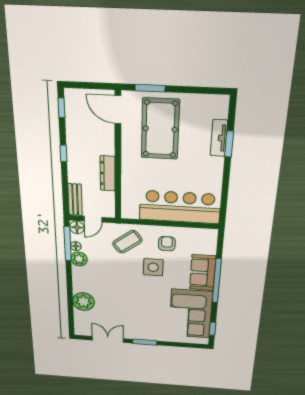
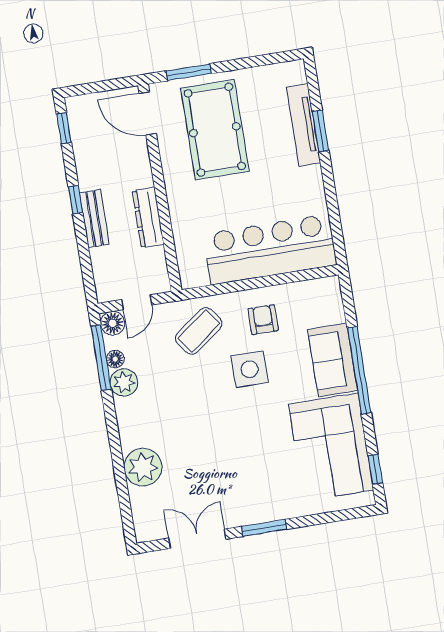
tv unit: (219, 138) -> (304, 125), width x1.41
bench: (75, 200) -> (94, 219), moved

